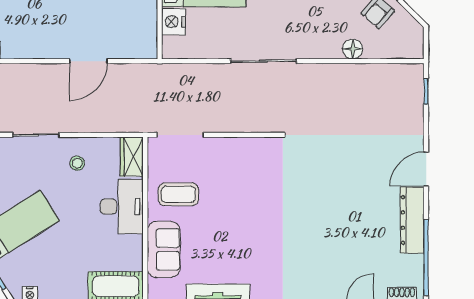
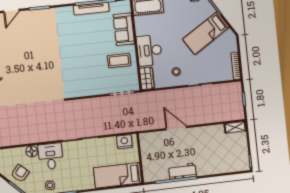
nightstand: (174, 22) -> (124, 142), moved, turned -90
desk: (320, 36) -> (51, 156), added
door: (88, 61) -> (176, 128), hinge flipped

